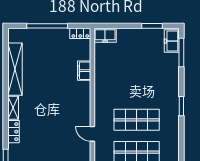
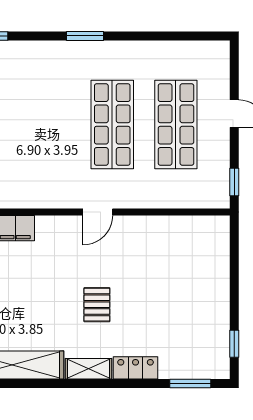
pallet: (45, 112) -> (97, 305), added
door: (92, 134) -> (98, 212), moved

